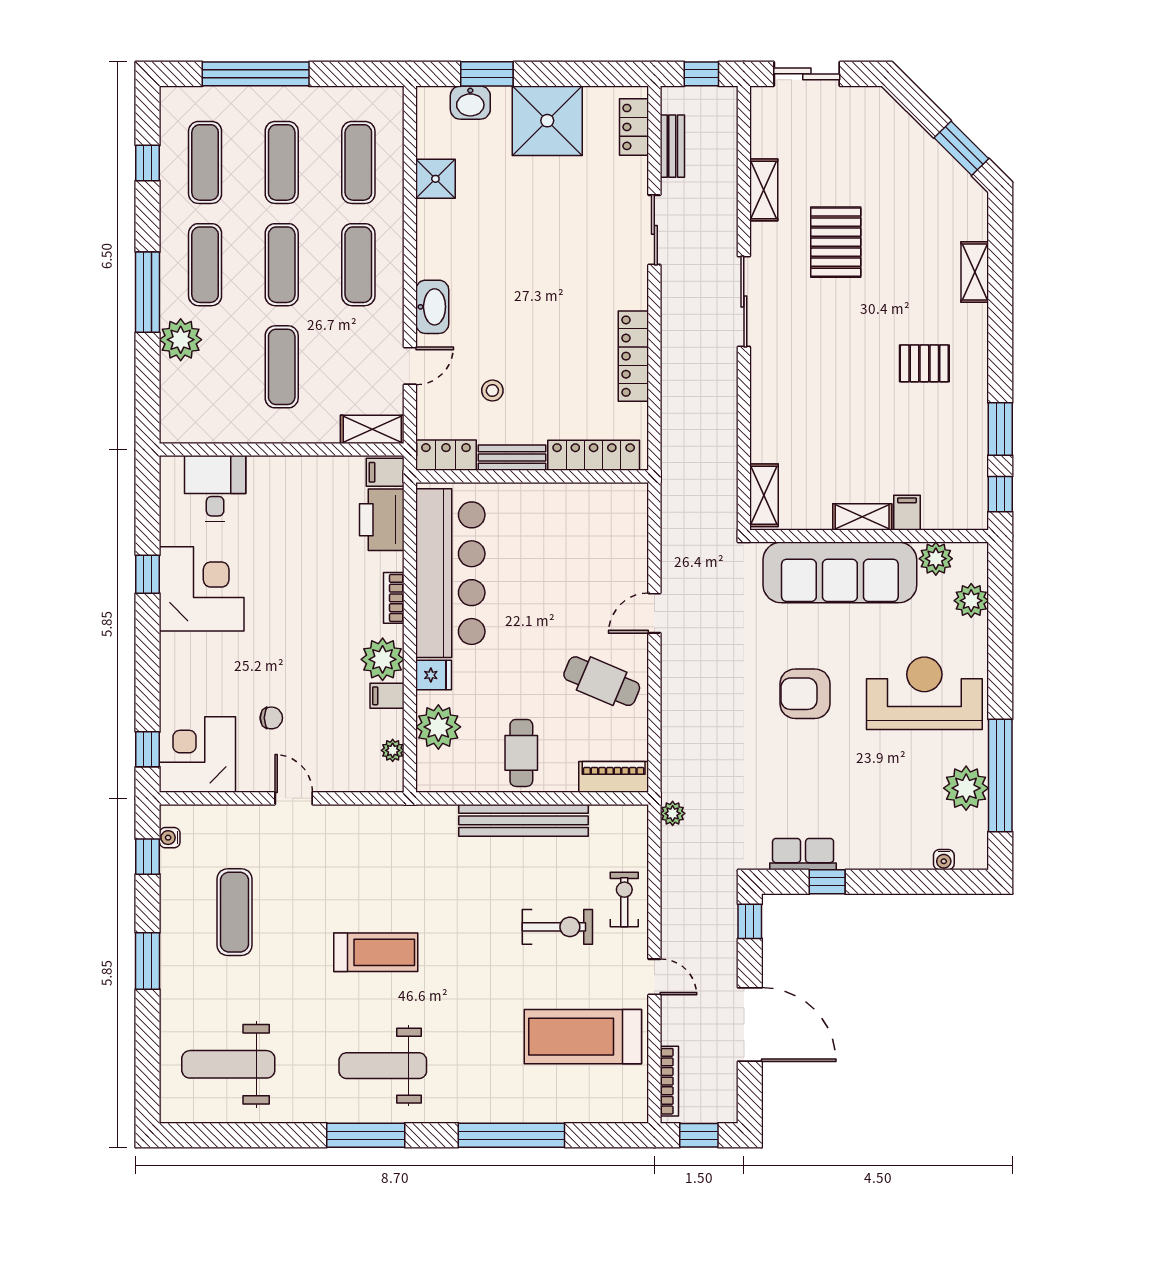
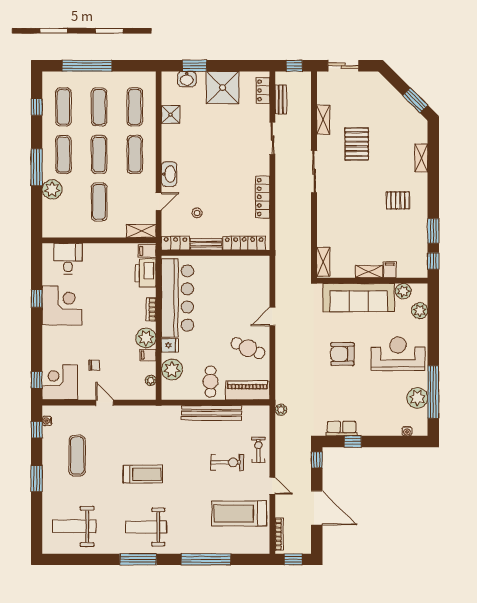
piano: (614, 777) -> (248, 390), width x1.37, depth x1.33

